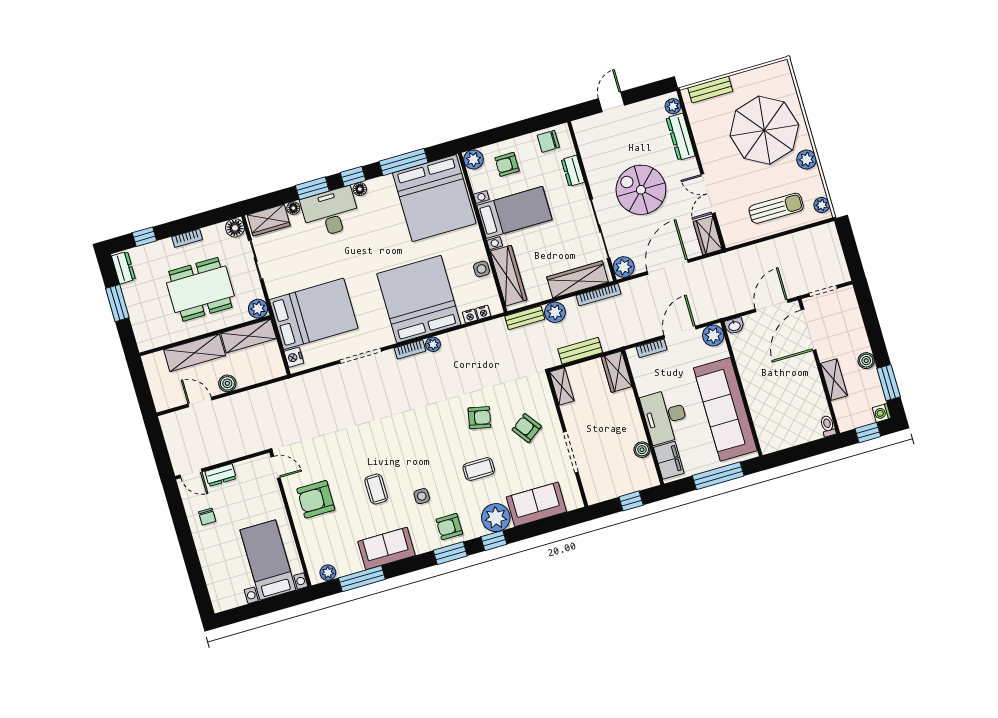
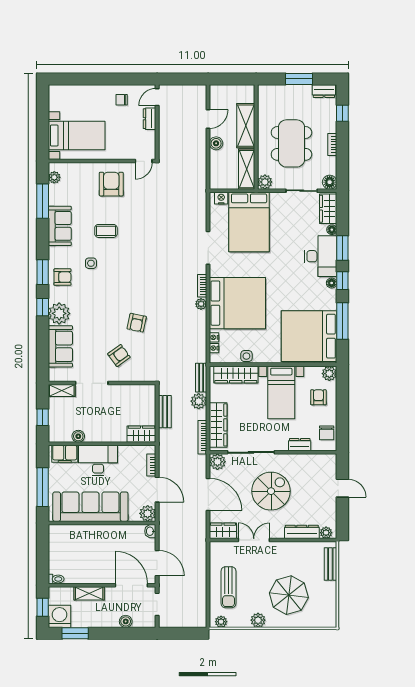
parasol: (764, 130) -> (289, 595), width x0.73, depth x0.73
chair: (548, 141) -> (327, 433), turned 180
boiler: (866, 361) -> (126, 621), moved
shelving: (562, 386) -> (62, 390), moved
washing machine: (882, 413) -> (59, 616), width x1.89, depth x1.89
coffee table: (479, 469) -> (99, 311), removed
armchair: (449, 527) -> (62, 277), turned 90

